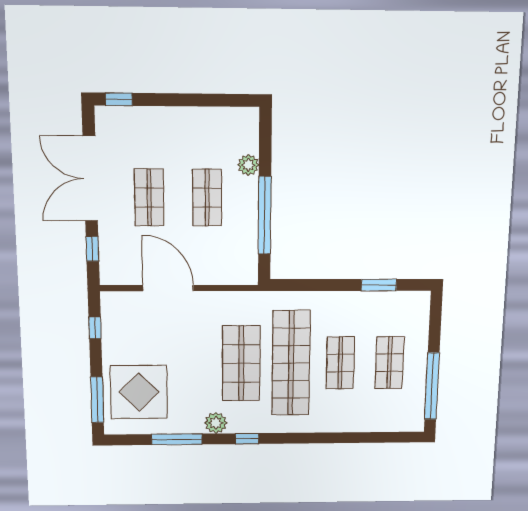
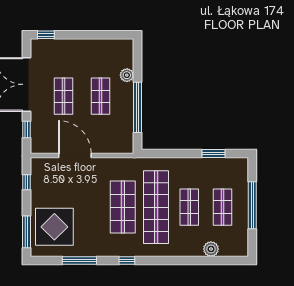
window: (432, 386) -> (252, 205), moved
plant: (216, 423) -> (211, 249), moved

